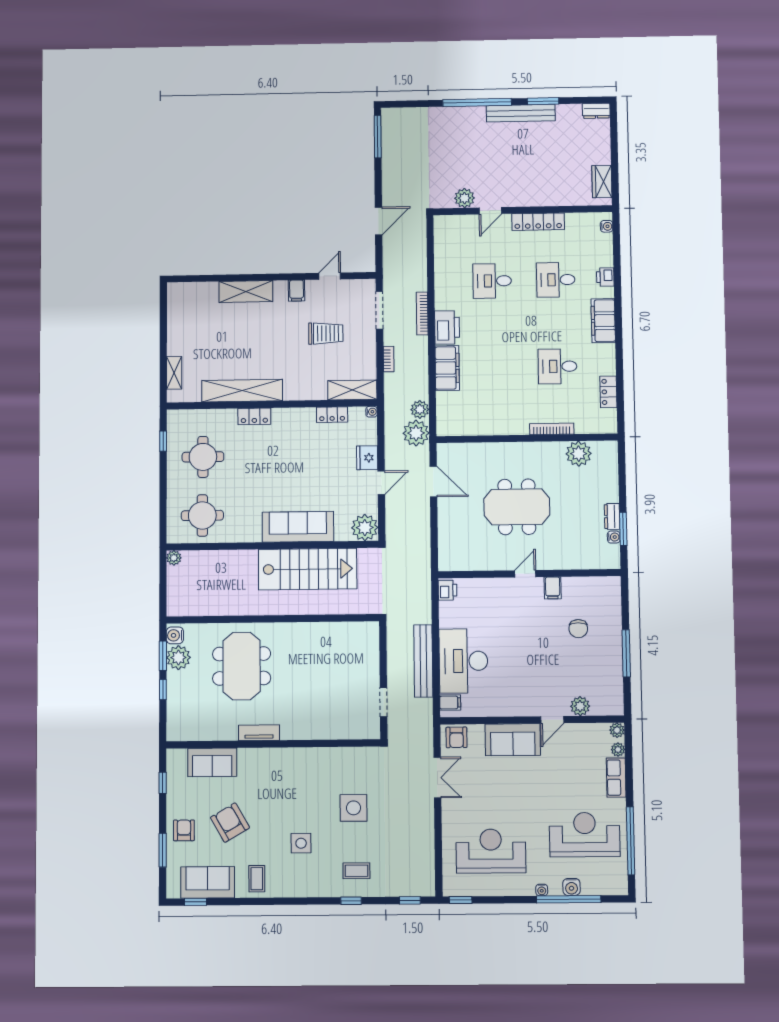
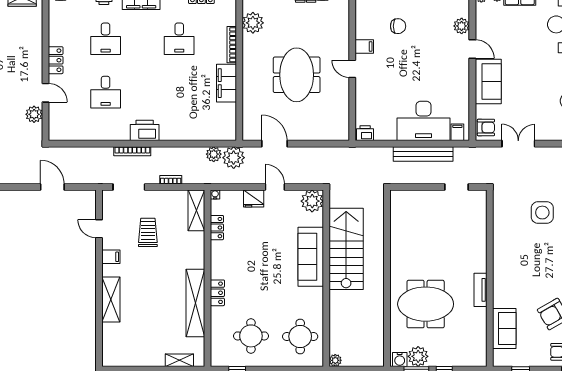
locker: (538, 222) -> (56, 60), width x0.66
filing cabinet: (447, 368) -> (227, 83), moved, turned -90
door: (433, 481) -> (274, 144), hinge flipped

